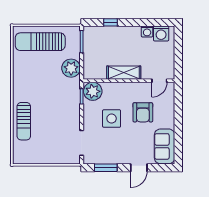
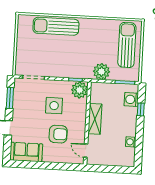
washing machine: (161, 34) -> (131, 99), moved
armchair: (143, 112) -> (58, 134), turned 180
sun lounger: (24, 121) -> (56, 26), width x1.36, depth x1.34

